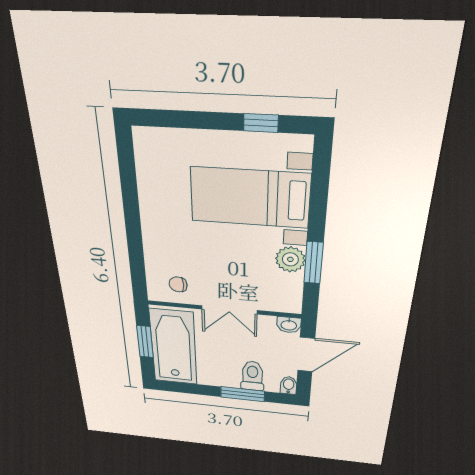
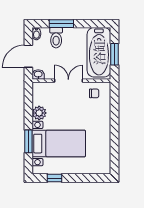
window: (313, 263) -> (28, 141), moved

